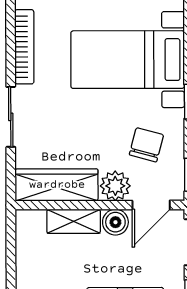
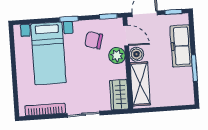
wardrobe: (57, 185) -> (119, 95), width x0.67
shelving: (74, 221) -> (140, 84), width x1.50, depth x1.33

